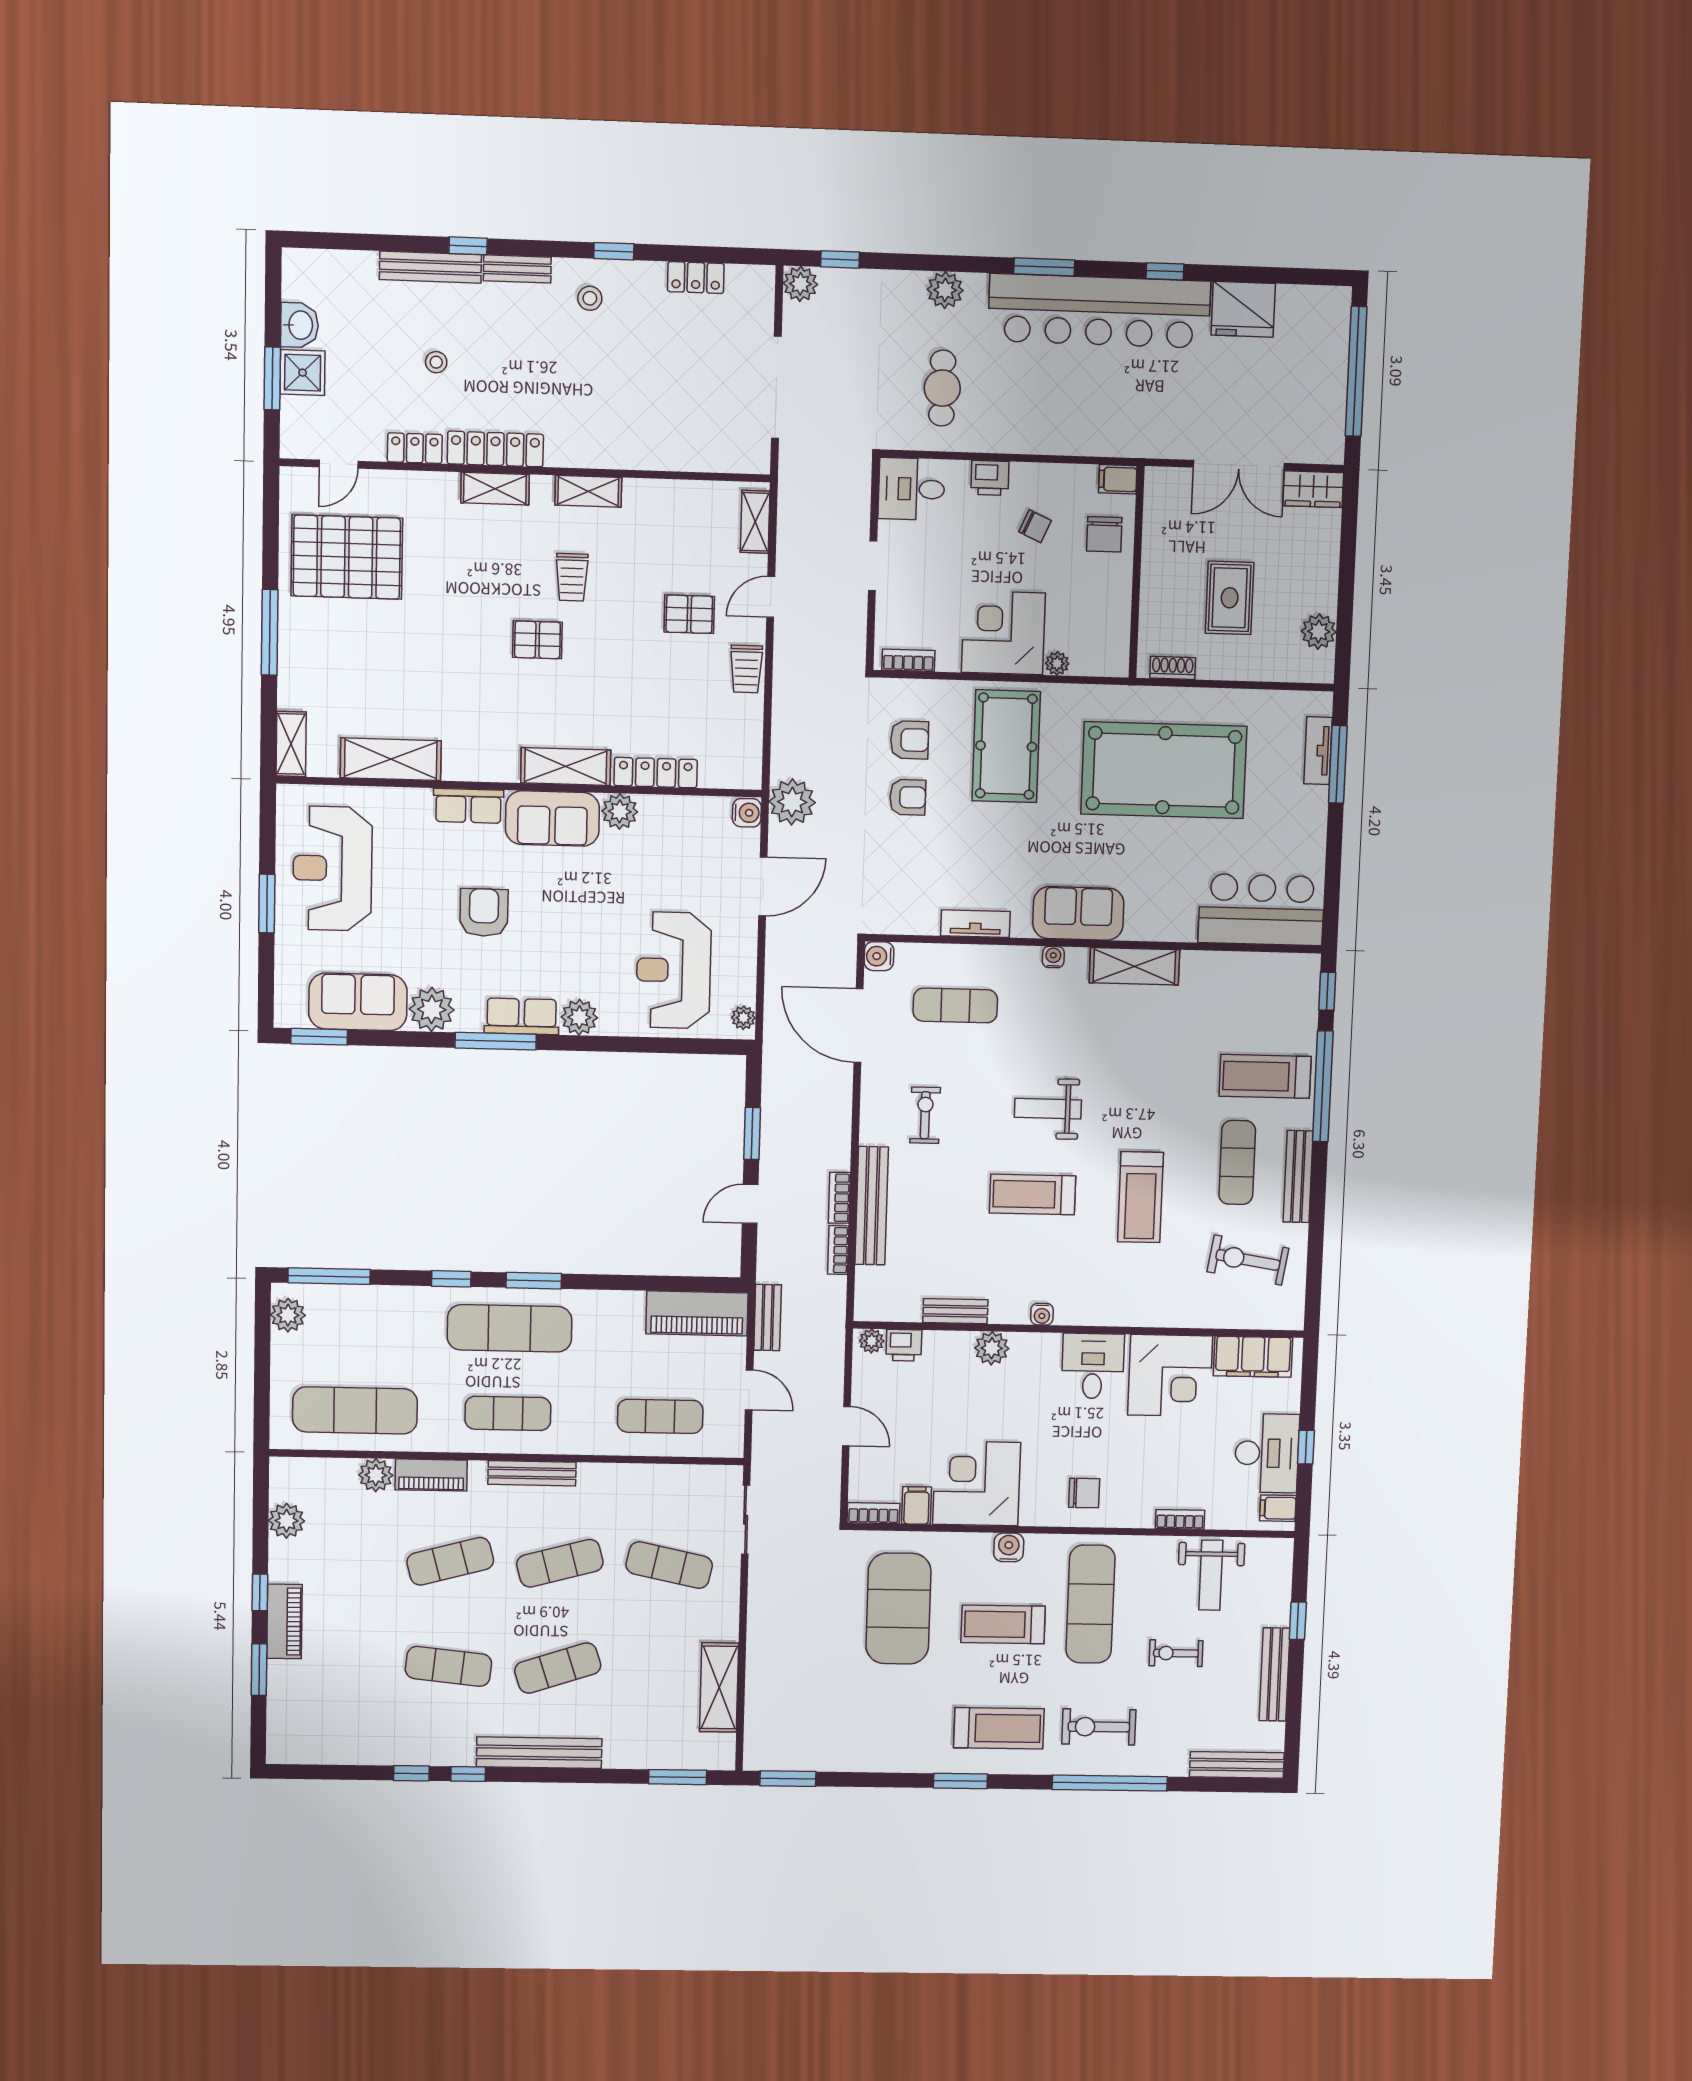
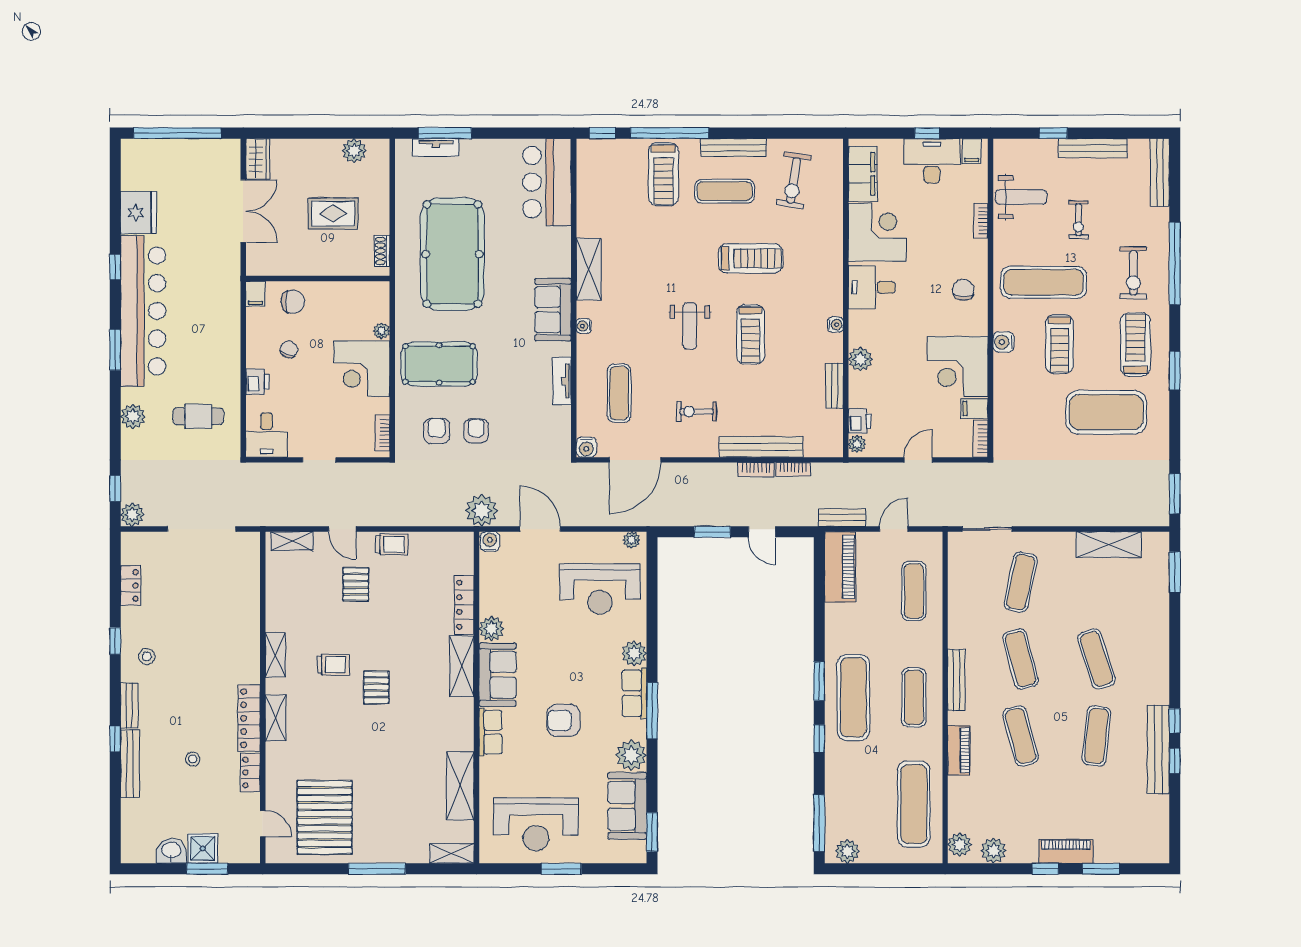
plant: (376, 1475) -> (960, 845), moved
exercise mat: (898, 1609) -> (1106, 412), moved
bench: (539, 1753) -> (1158, 749), moved

